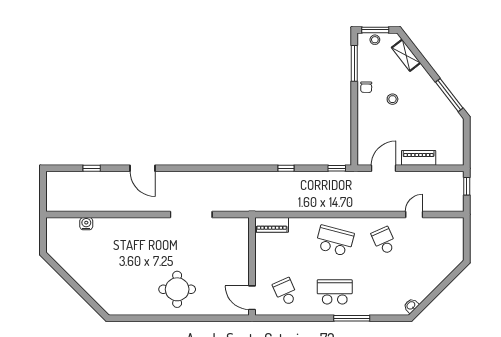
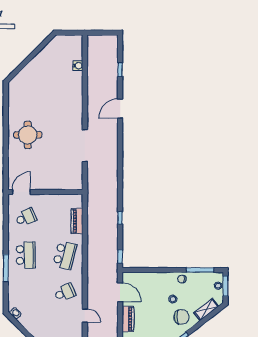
chair: (416, 88) -> (181, 317), added
piano: (272, 225) -> (77, 221), moved

